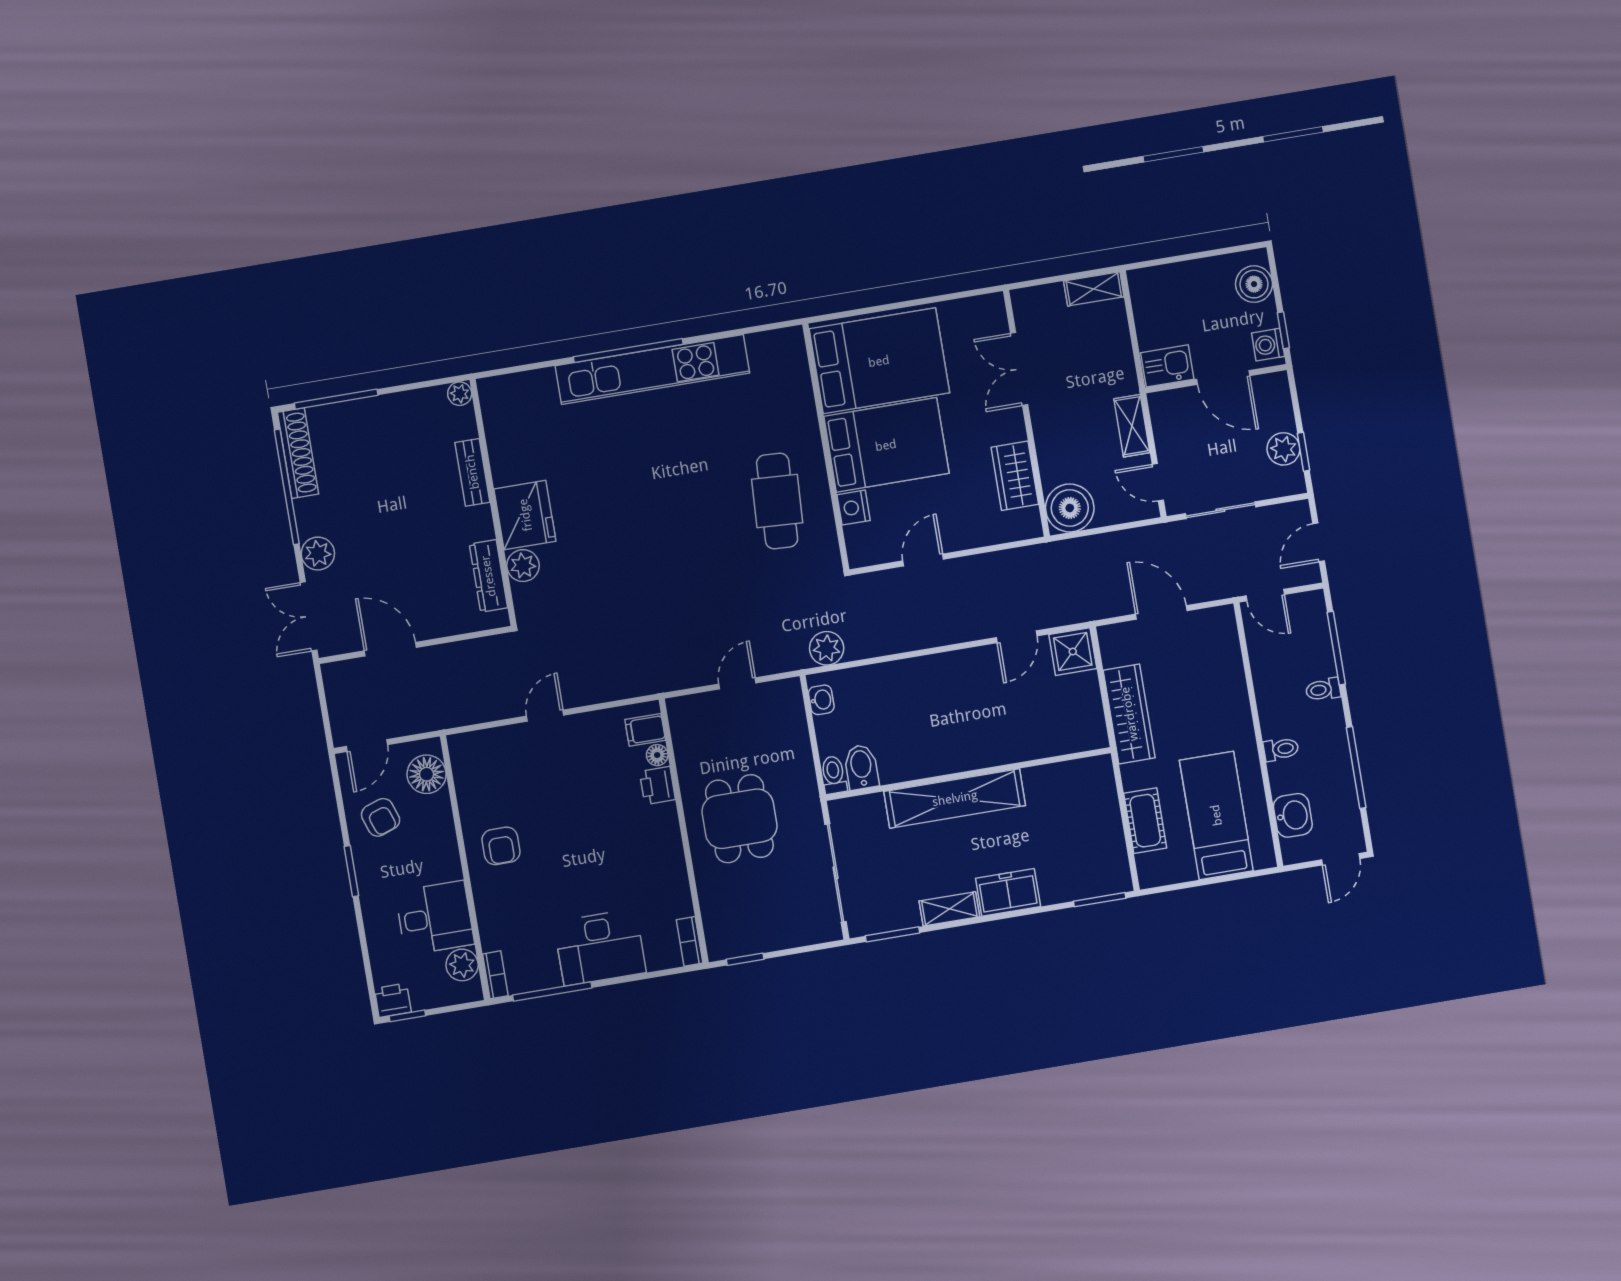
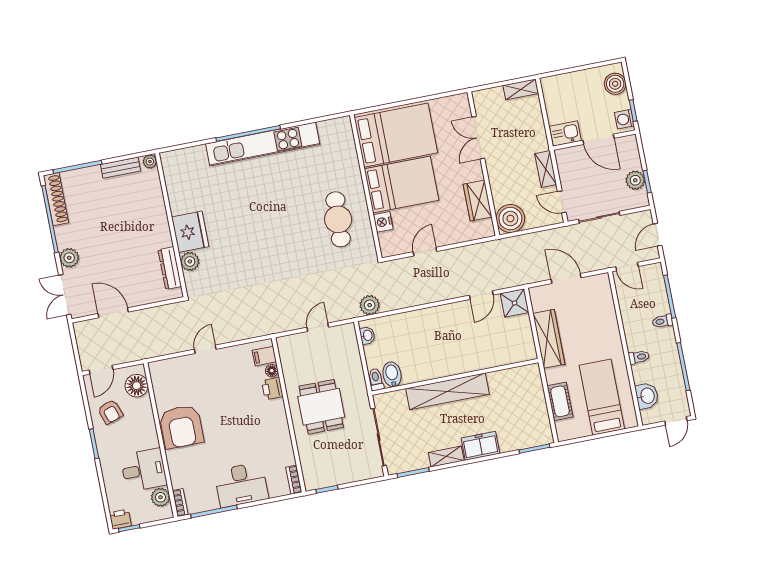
bench: (472, 472) -> (120, 168), moved, turned 90
armchair: (501, 846) -> (181, 427), width x1.88, depth x1.88

